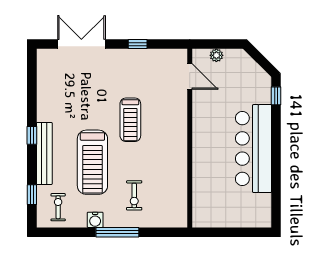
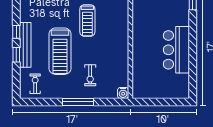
bar counter: (253, 149) -> (176, 50), width x0.73
window: (32, 195) -> (16, 55), moved
water cooler: (95, 220) -> (123, 93), moved

